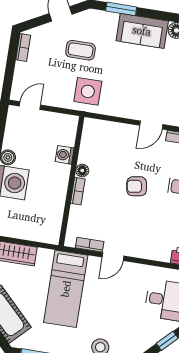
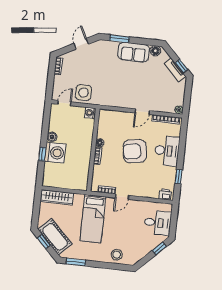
coffee table: (81, 50) -> (95, 66), removed
side table: (88, 91) -> (83, 93), moved
washing machine: (65, 155) -> (90, 113), moved
armchair: (137, 186) -> (135, 151), width x1.88, depth x1.88

